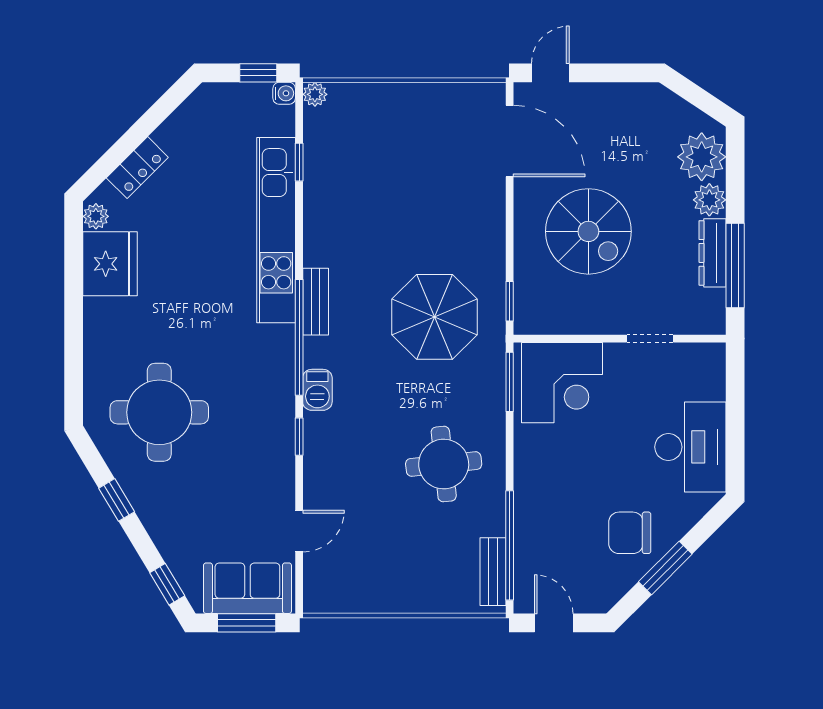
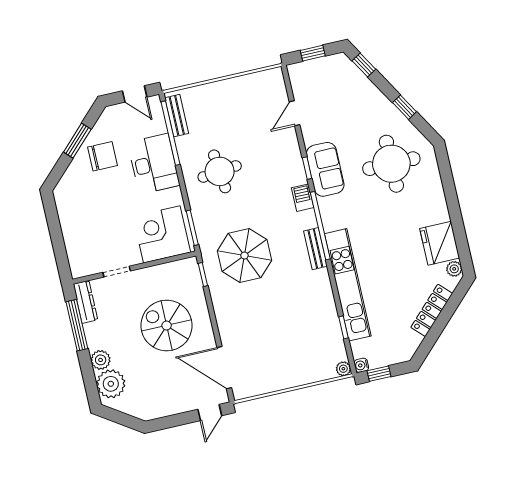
locker: (137, 168) -> (432, 310), width x1.53
dresser: (712, 253) -> (85, 302), moved
desk: (690, 447) -> (154, 164), moved, turned 180
sofa: (247, 588) -> (325, 169), moved, turned -90
window: (247, 623) -> (313, 53), width x0.67

